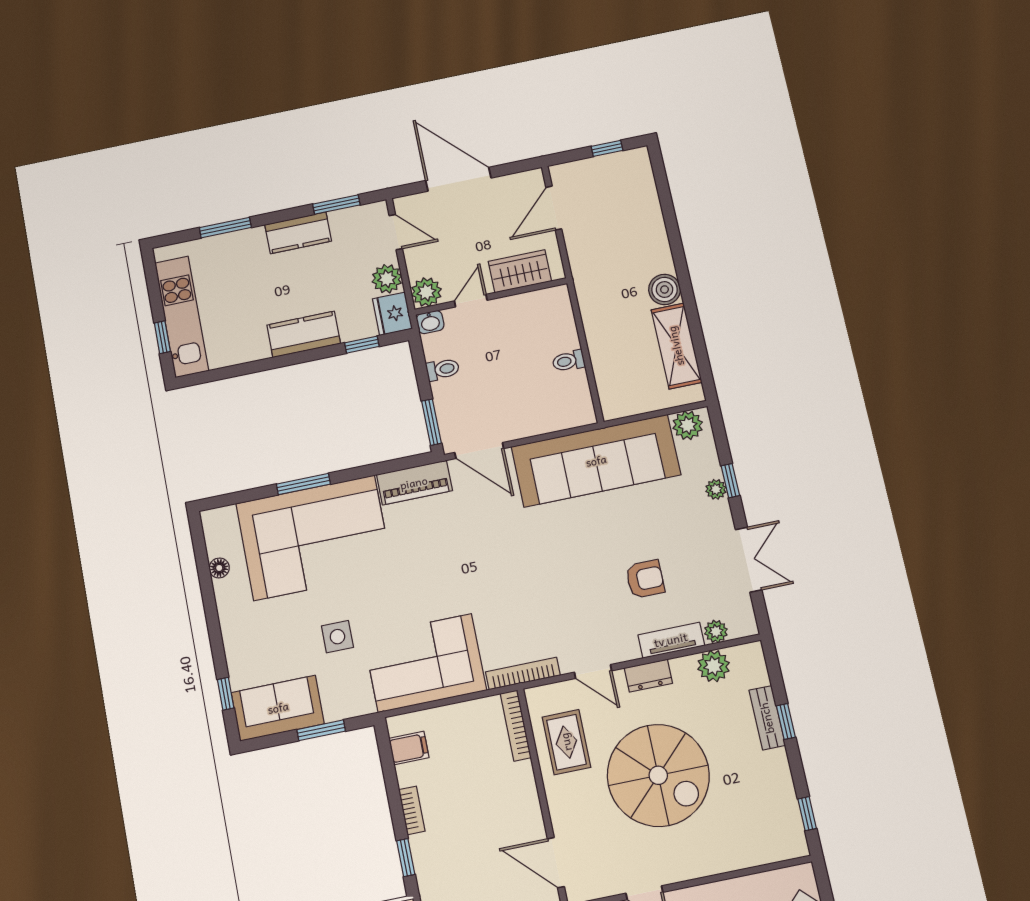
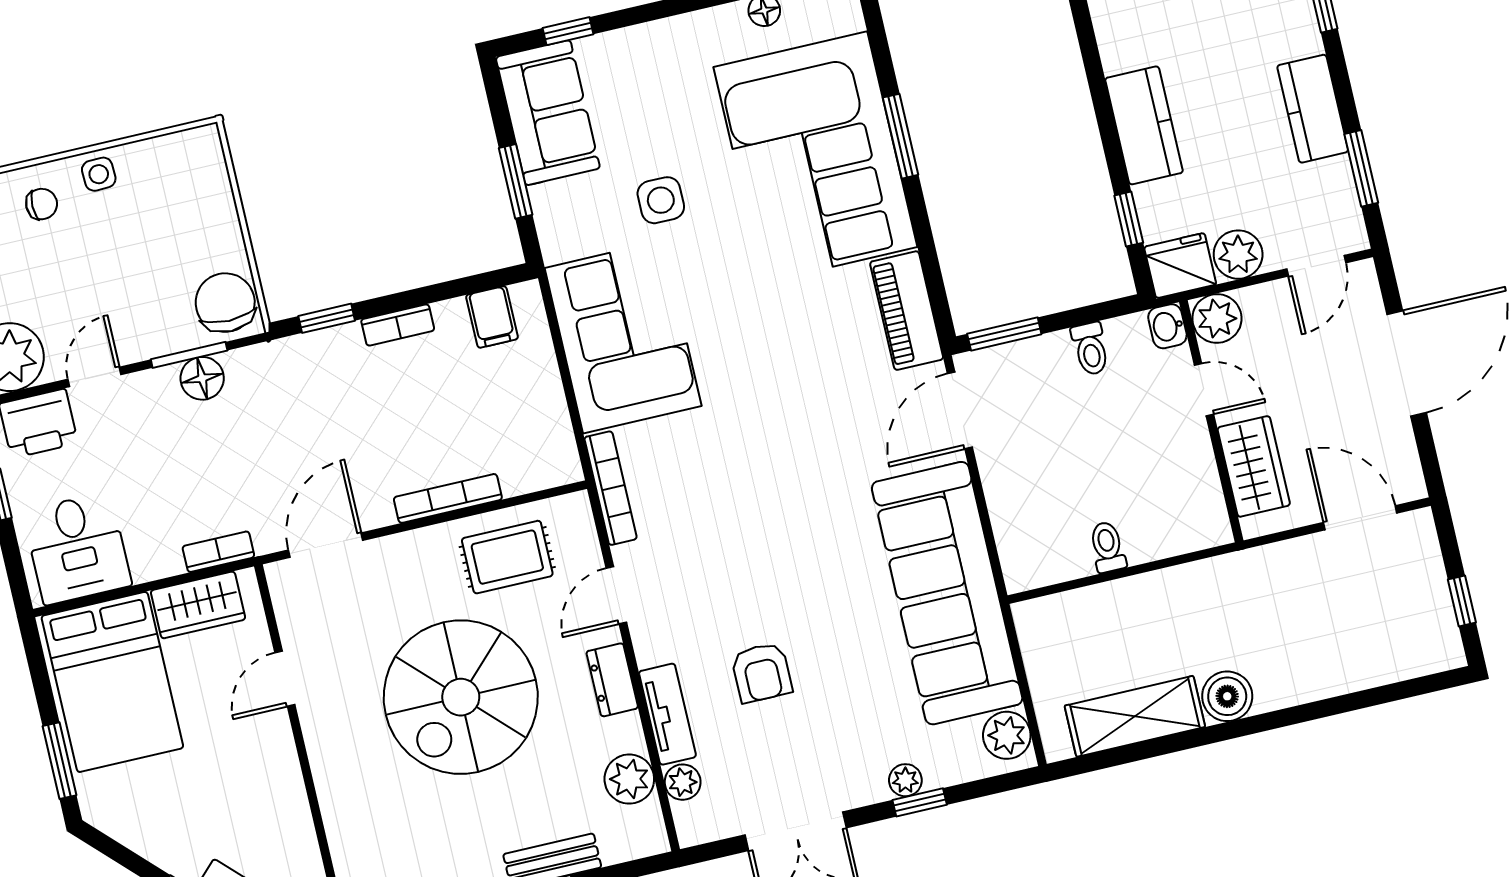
bookcase: (516, 725) -> (448, 498), moved

